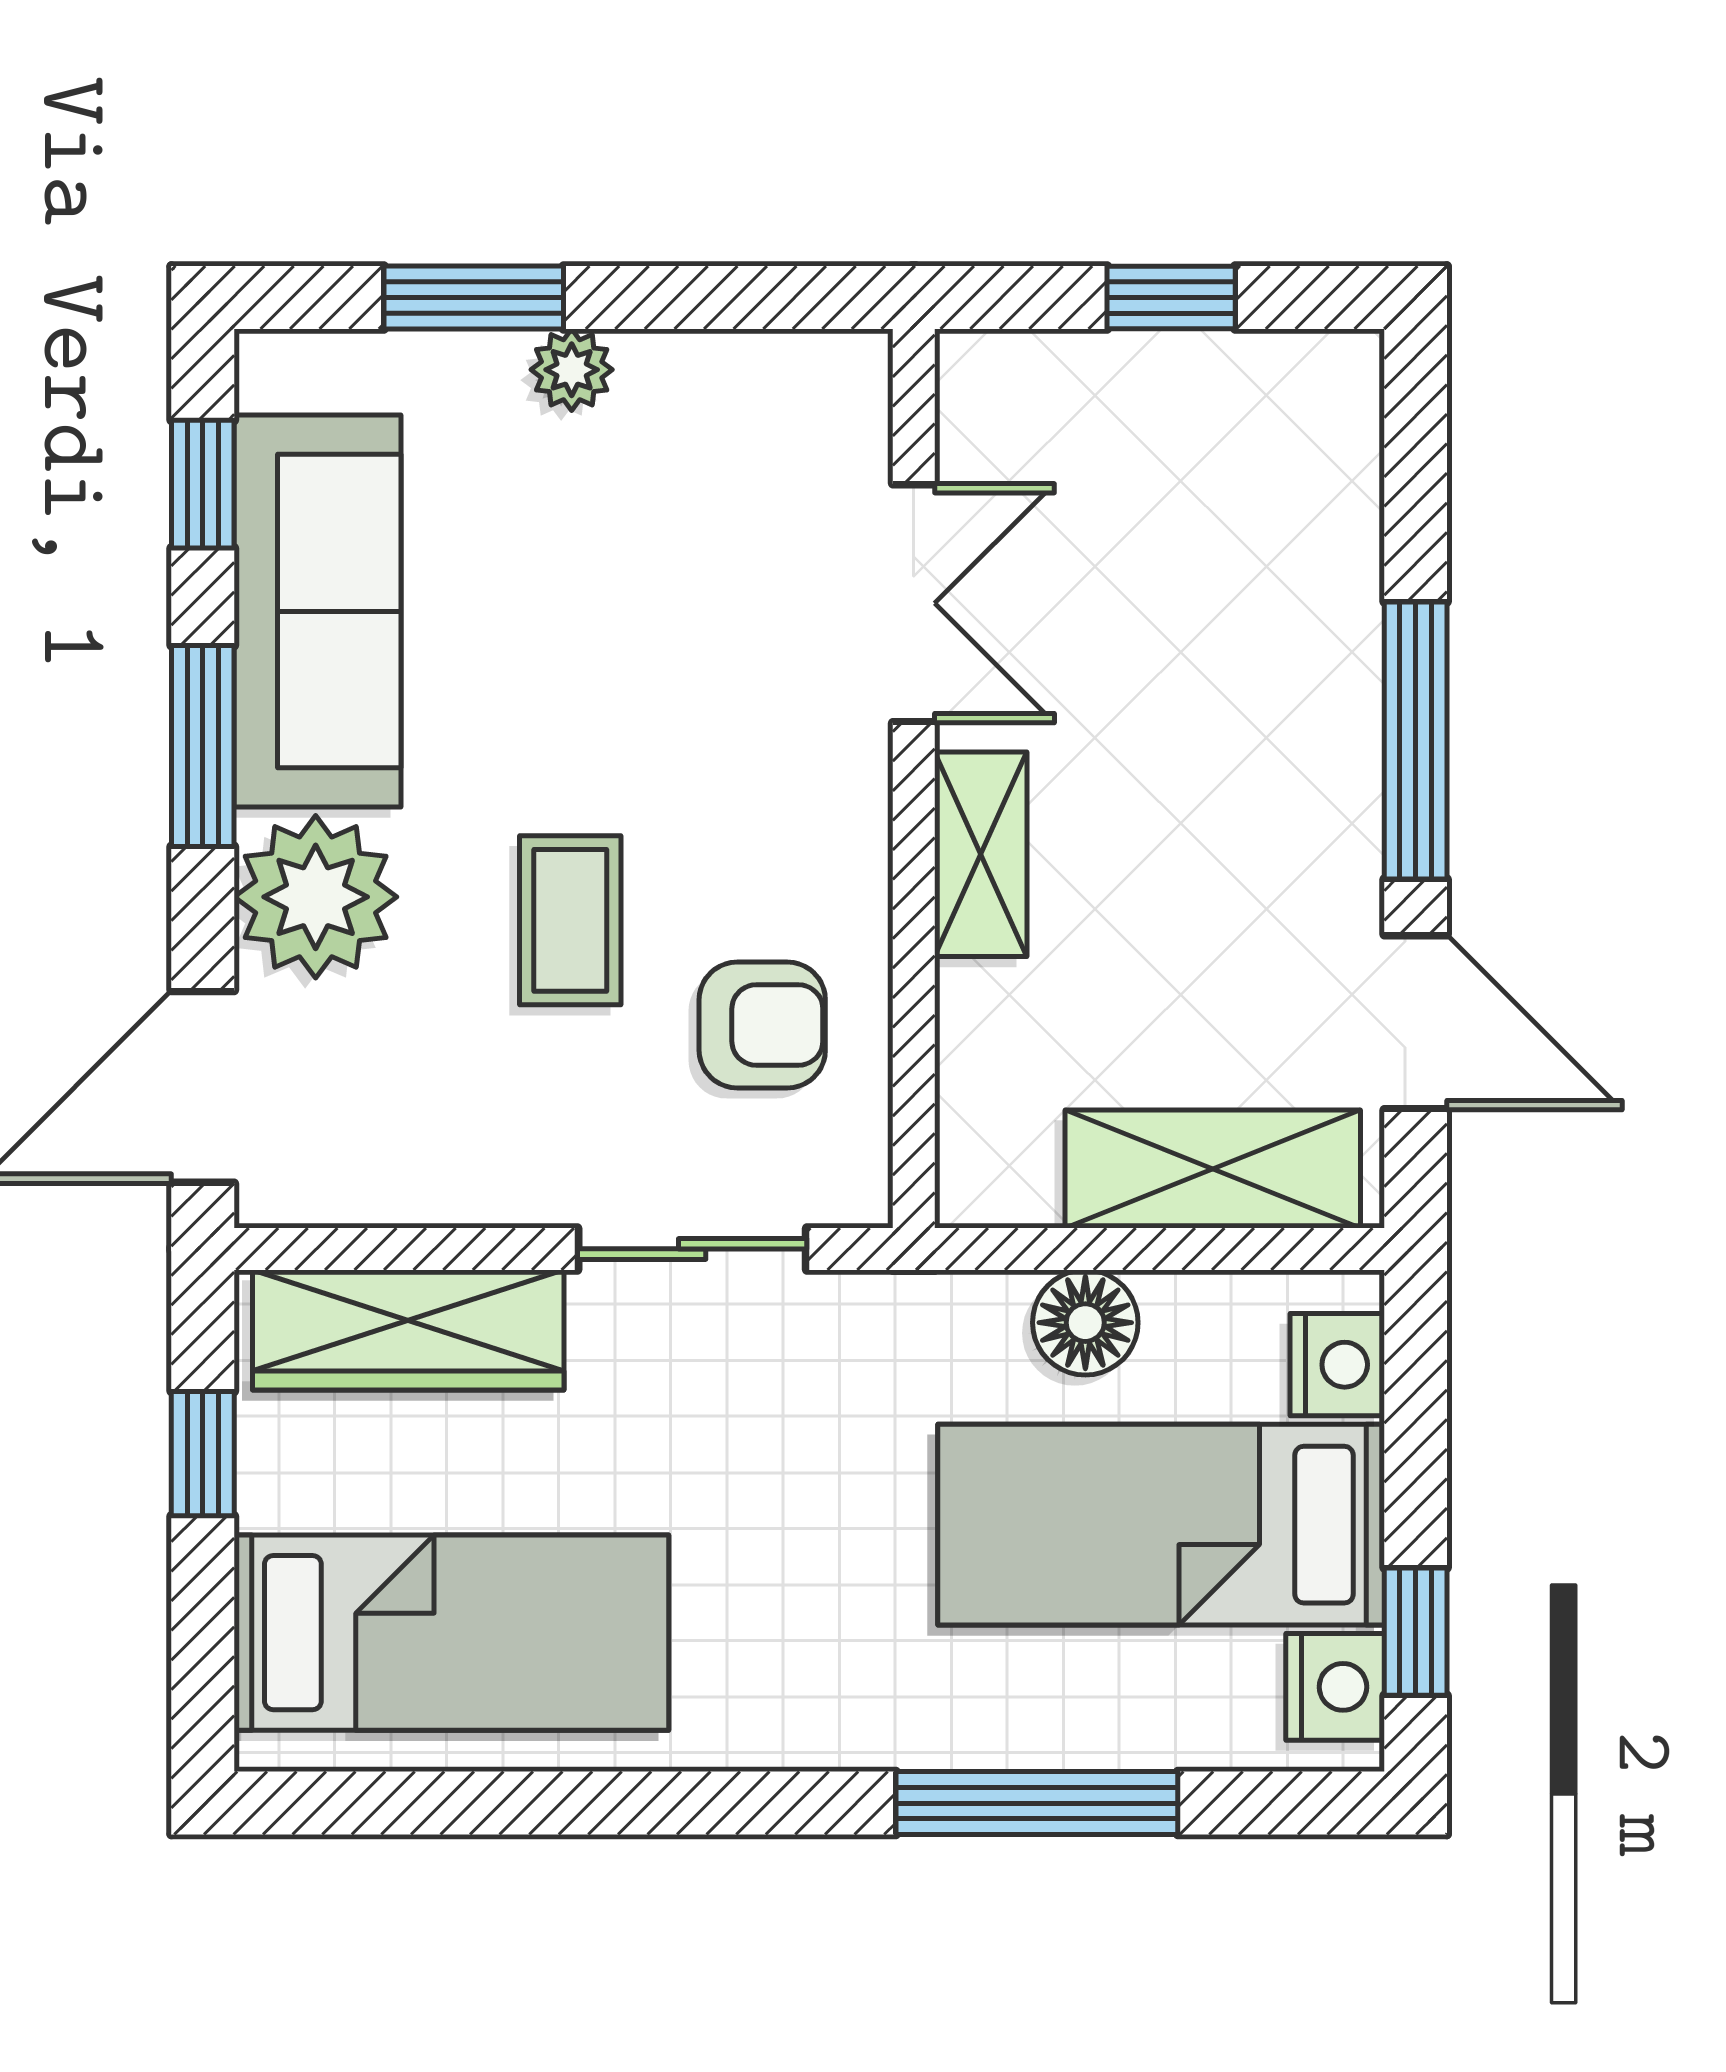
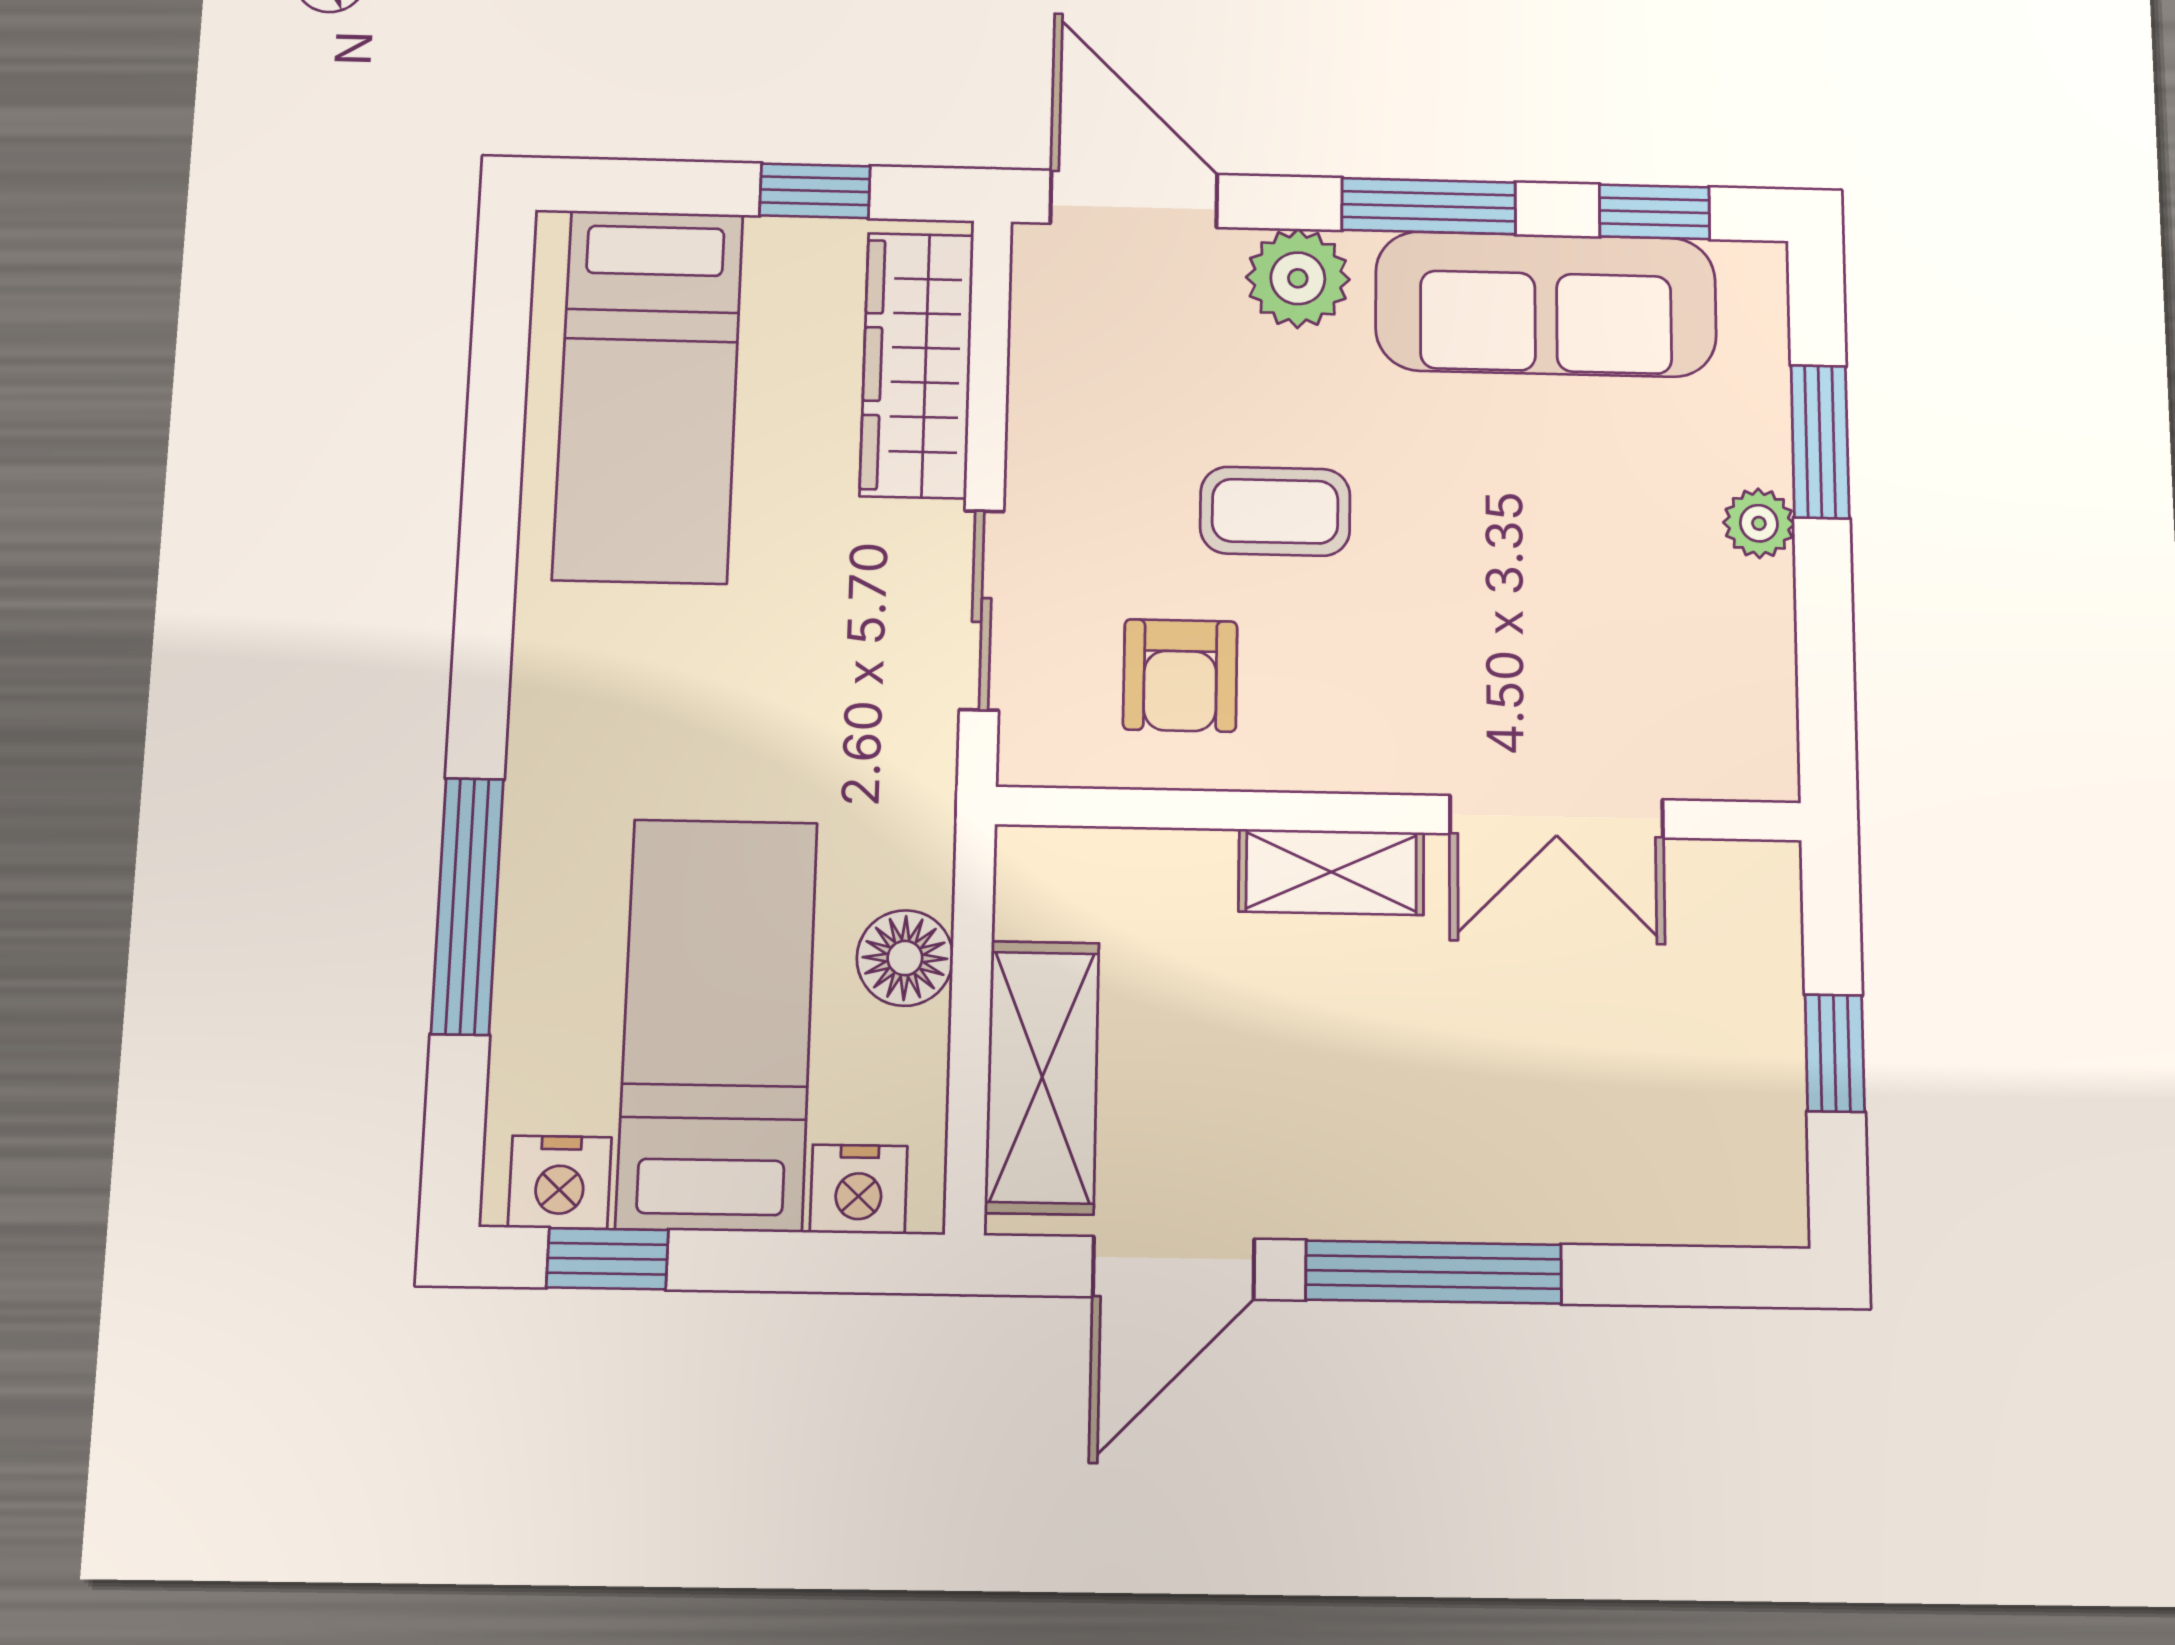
plant: (316, 897) -> (1298, 278), width x0.73, depth x0.73

